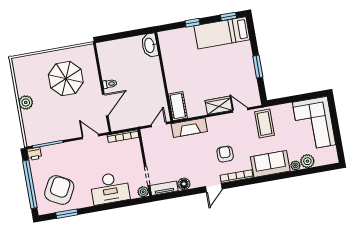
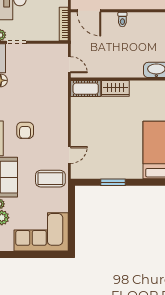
door: (105, 105) -> (89, 11), moved
wardrobe: (219, 105) -> (115, 88), moved, turned 90
fireplace: (189, 128) -> (60, 97), removed
armchair: (225, 154) -> (25, 130), turned 90

